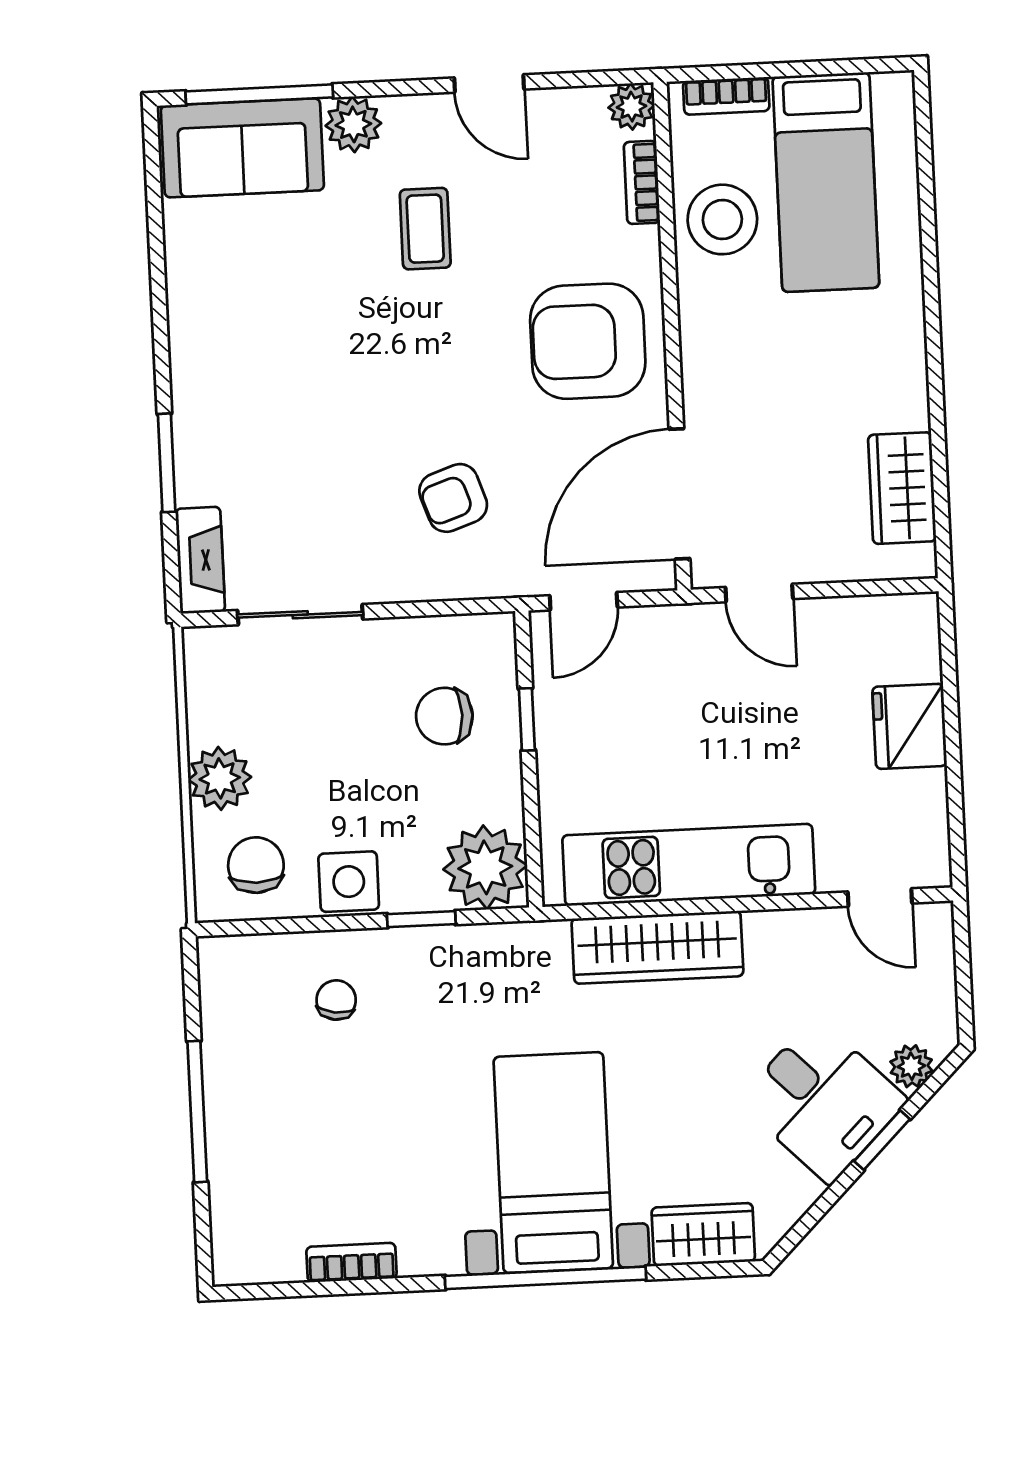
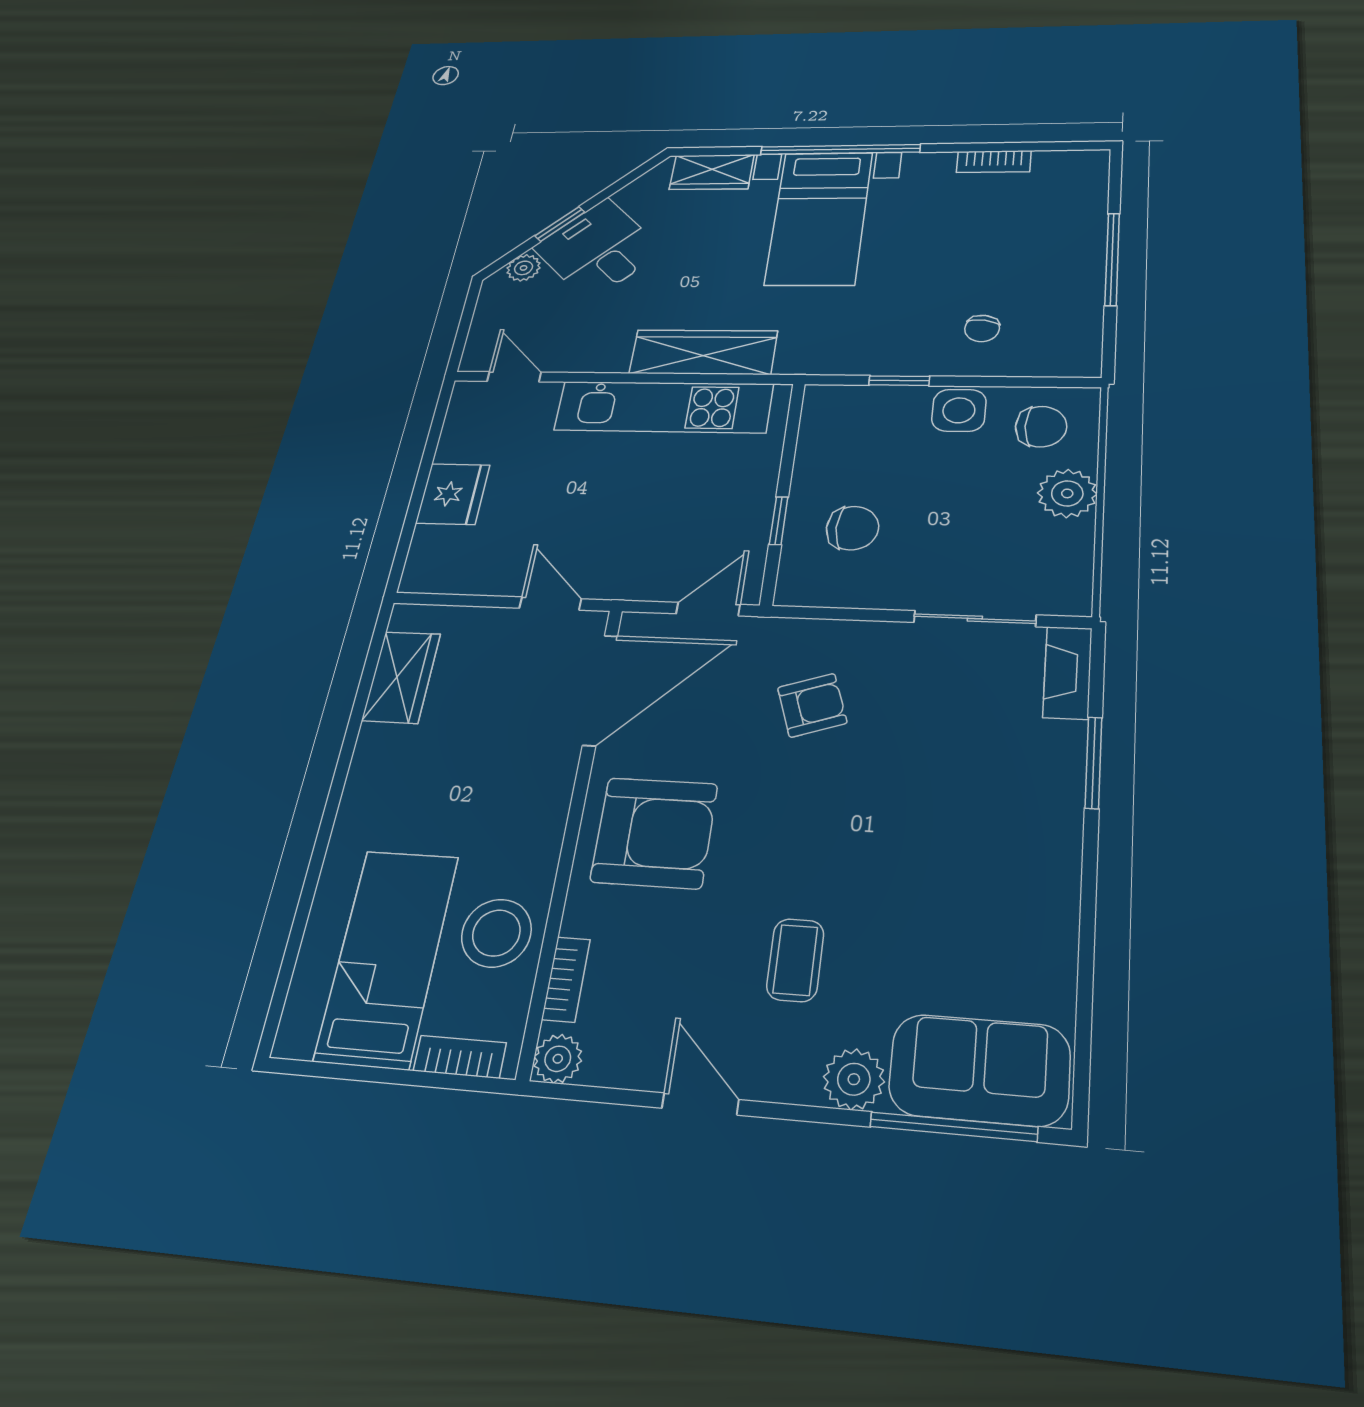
chair: (256, 865) -> (1041, 427), turned -90
plant: (485, 867) -> (837, 414), removed

